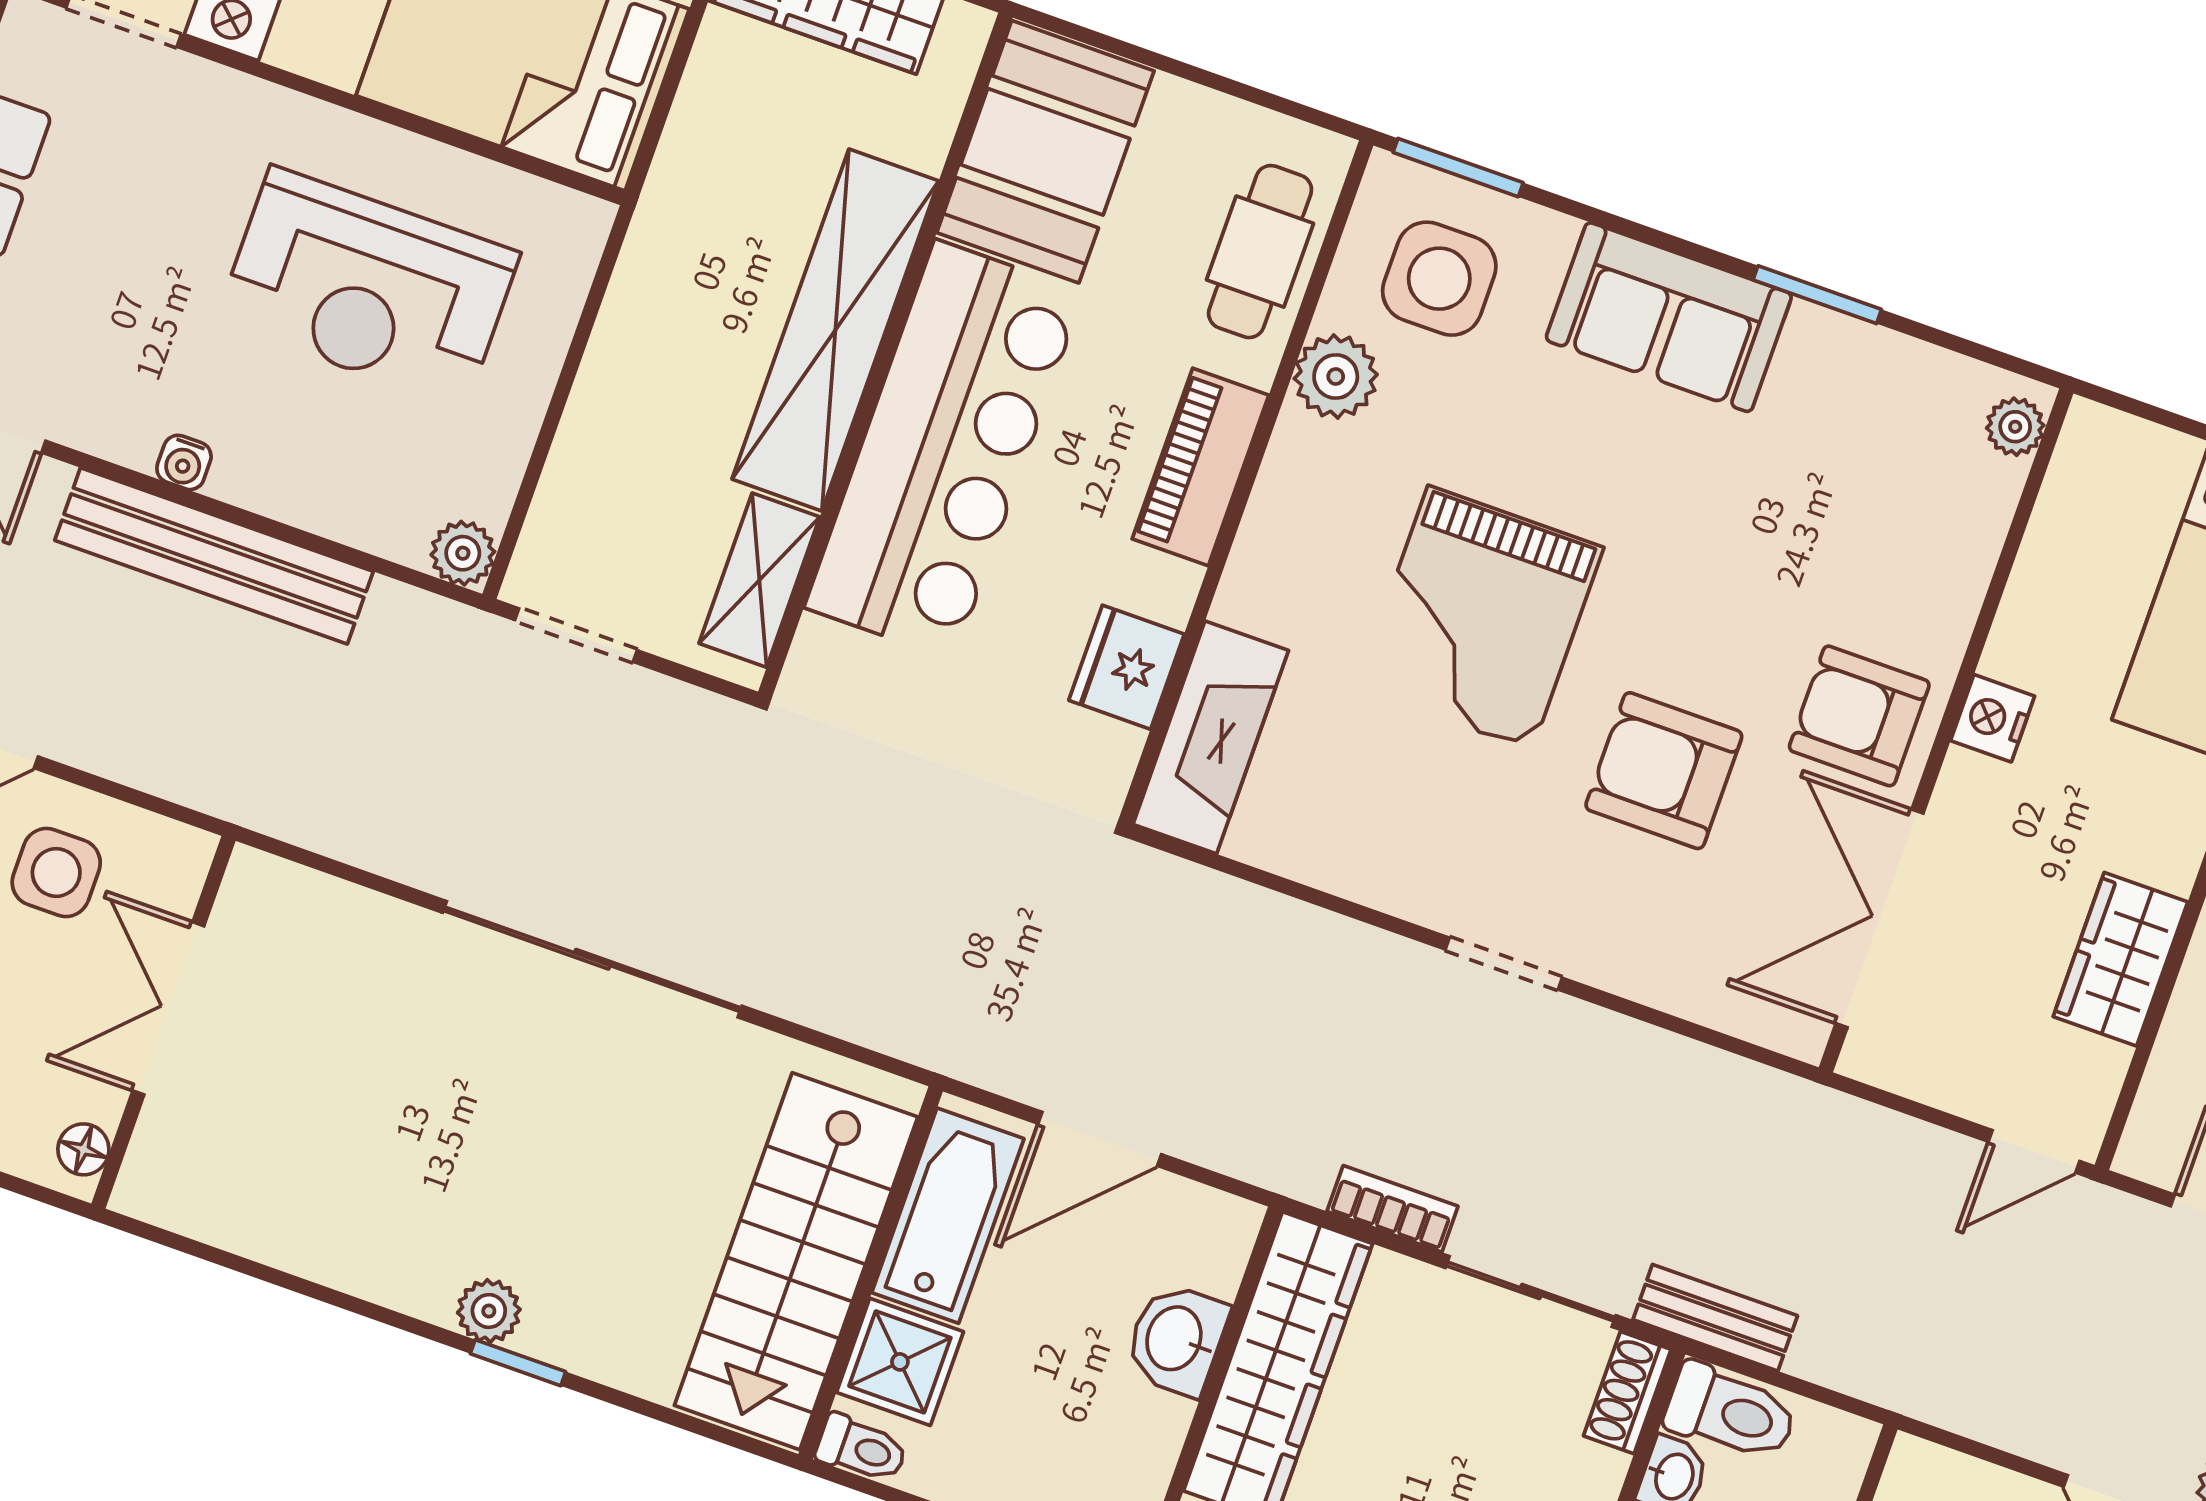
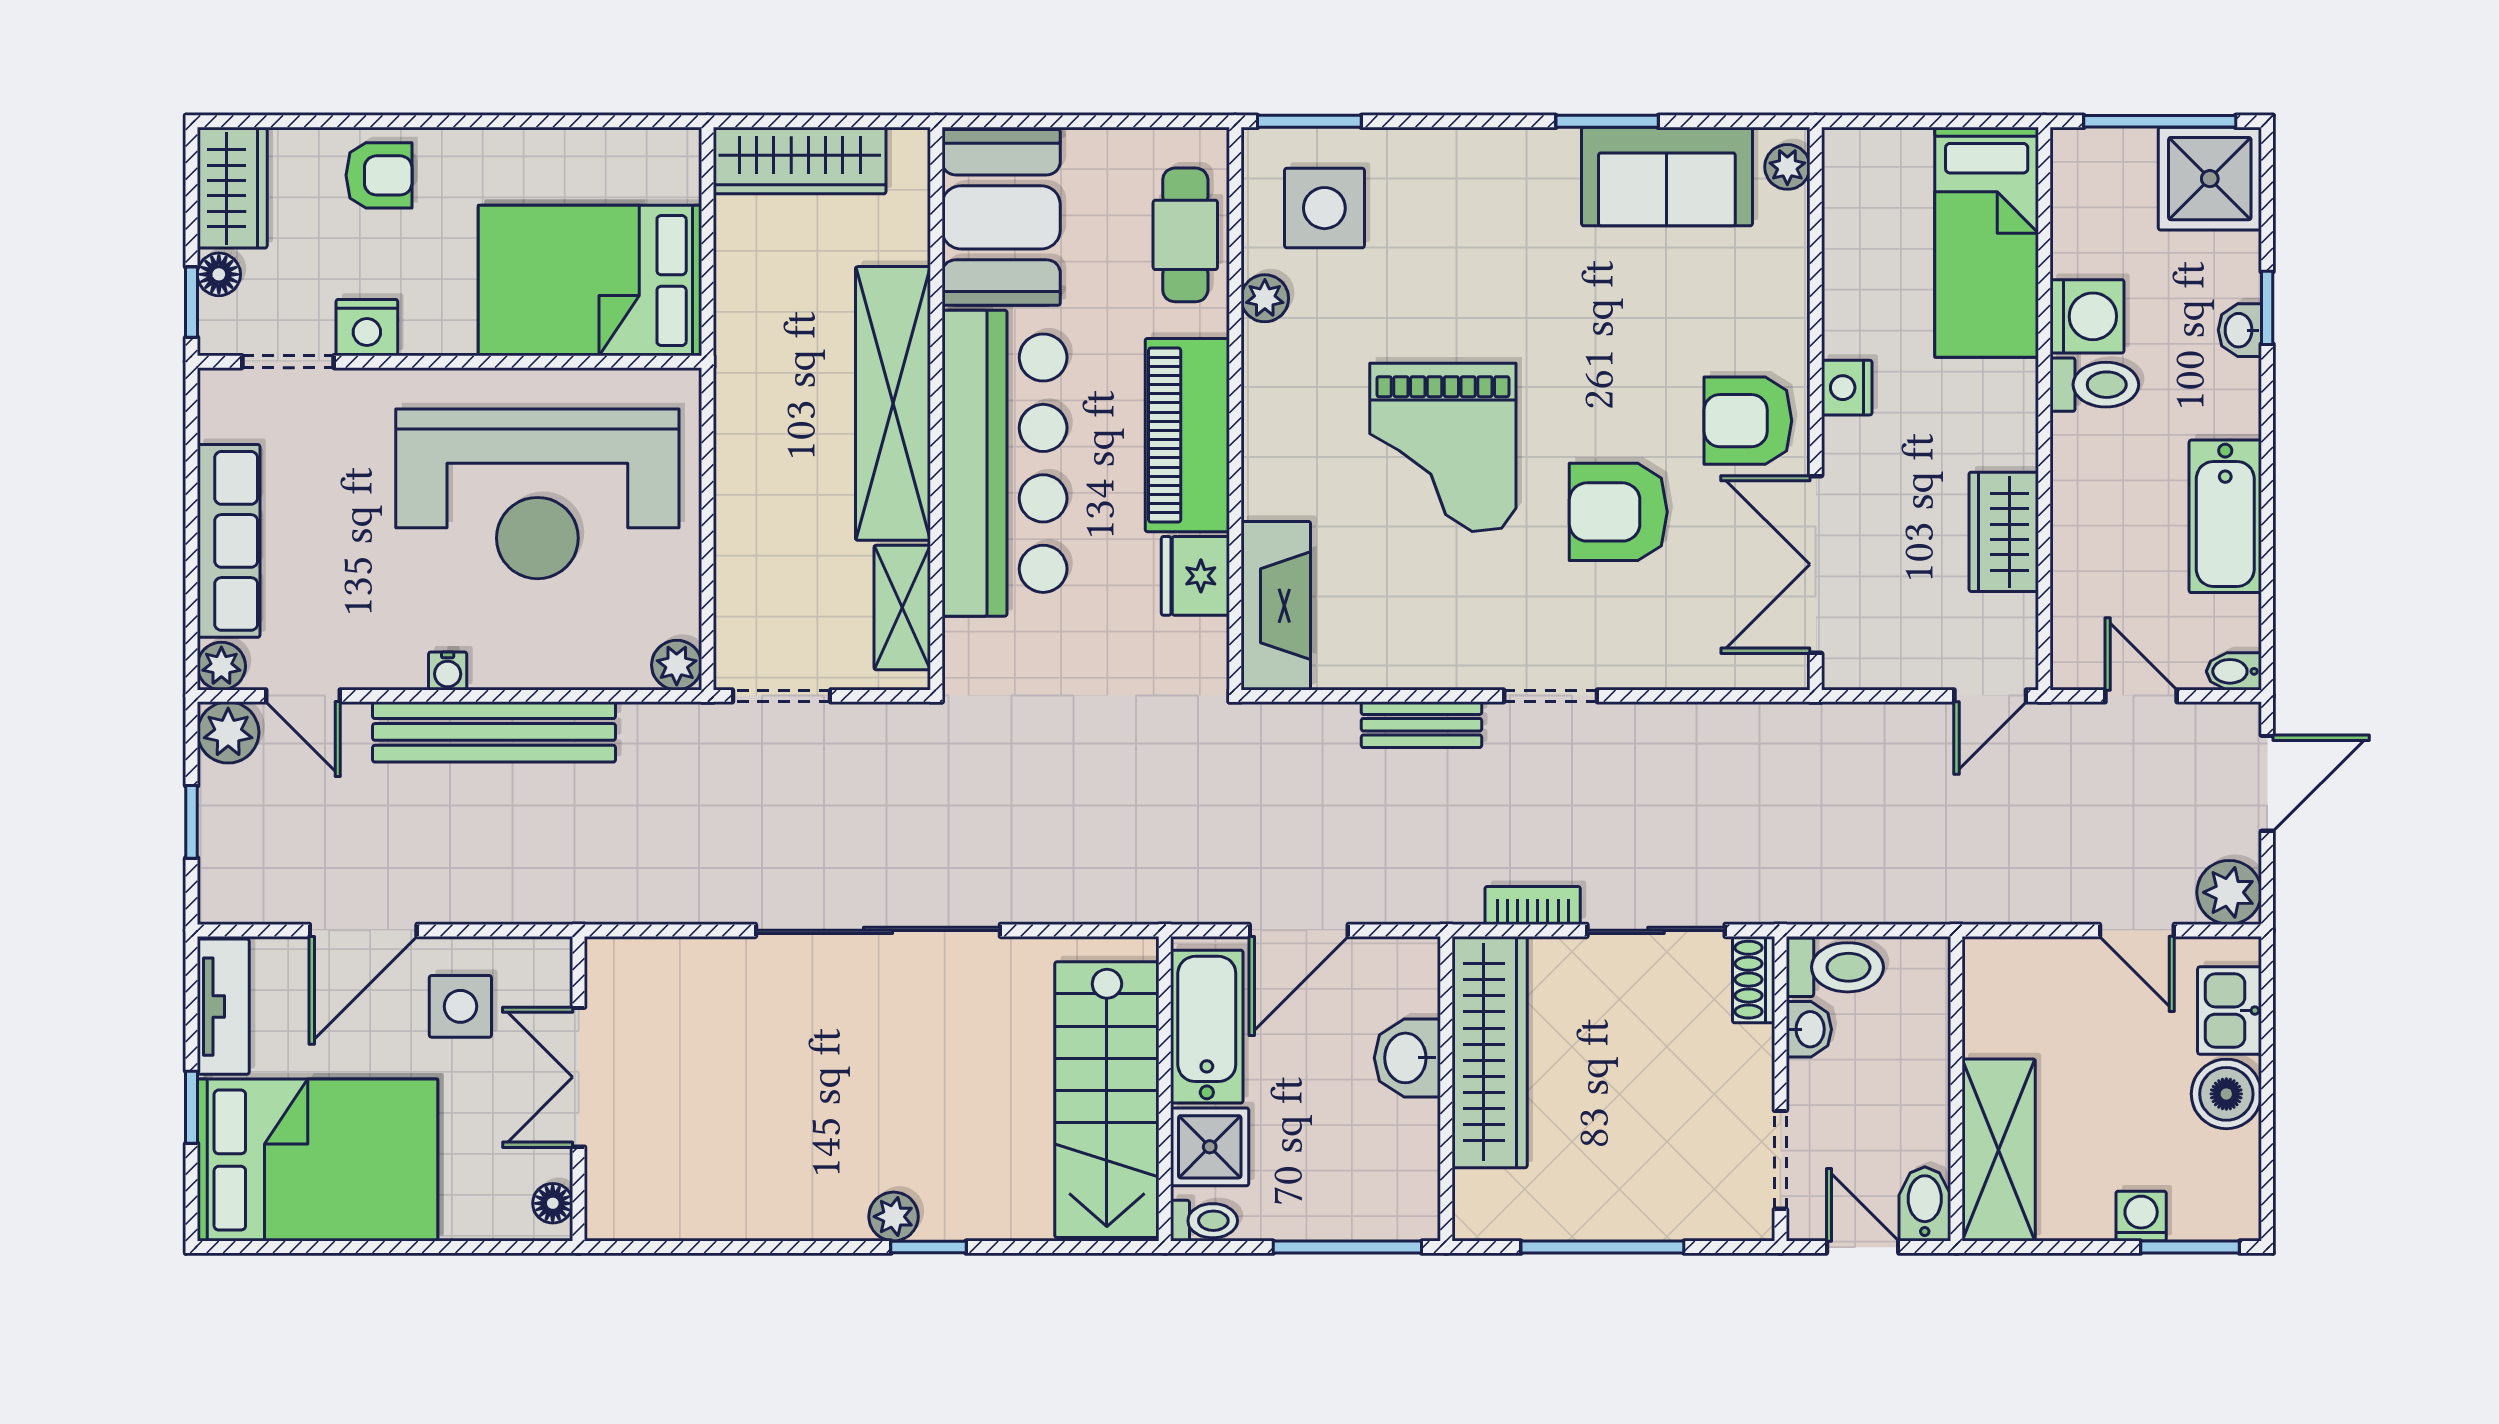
reception desk: (368, 287) -> (537, 494), width x1.36, depth x1.30
sofa: (1669, 317) -> (1667, 177), moved
plant: (1336, 376) -> (1265, 298), width x0.73, depth x0.73
piano: (1201, 467) -> (1187, 435), width x1.37, depth x1.33
bench: (1715, 1318) -> (1421, 725), moved

